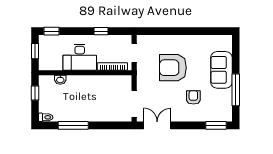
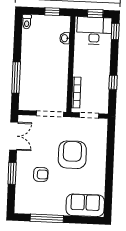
desk: (80, 57) -> (94, 31), moved, turned 90
sofa: (221, 70) -> (85, 205), moved
doorway: (134, 104) -> (50, 114), moved
window: (73, 125) -> (16, 77), moved
window: (216, 125) -> (12, 173), moved

